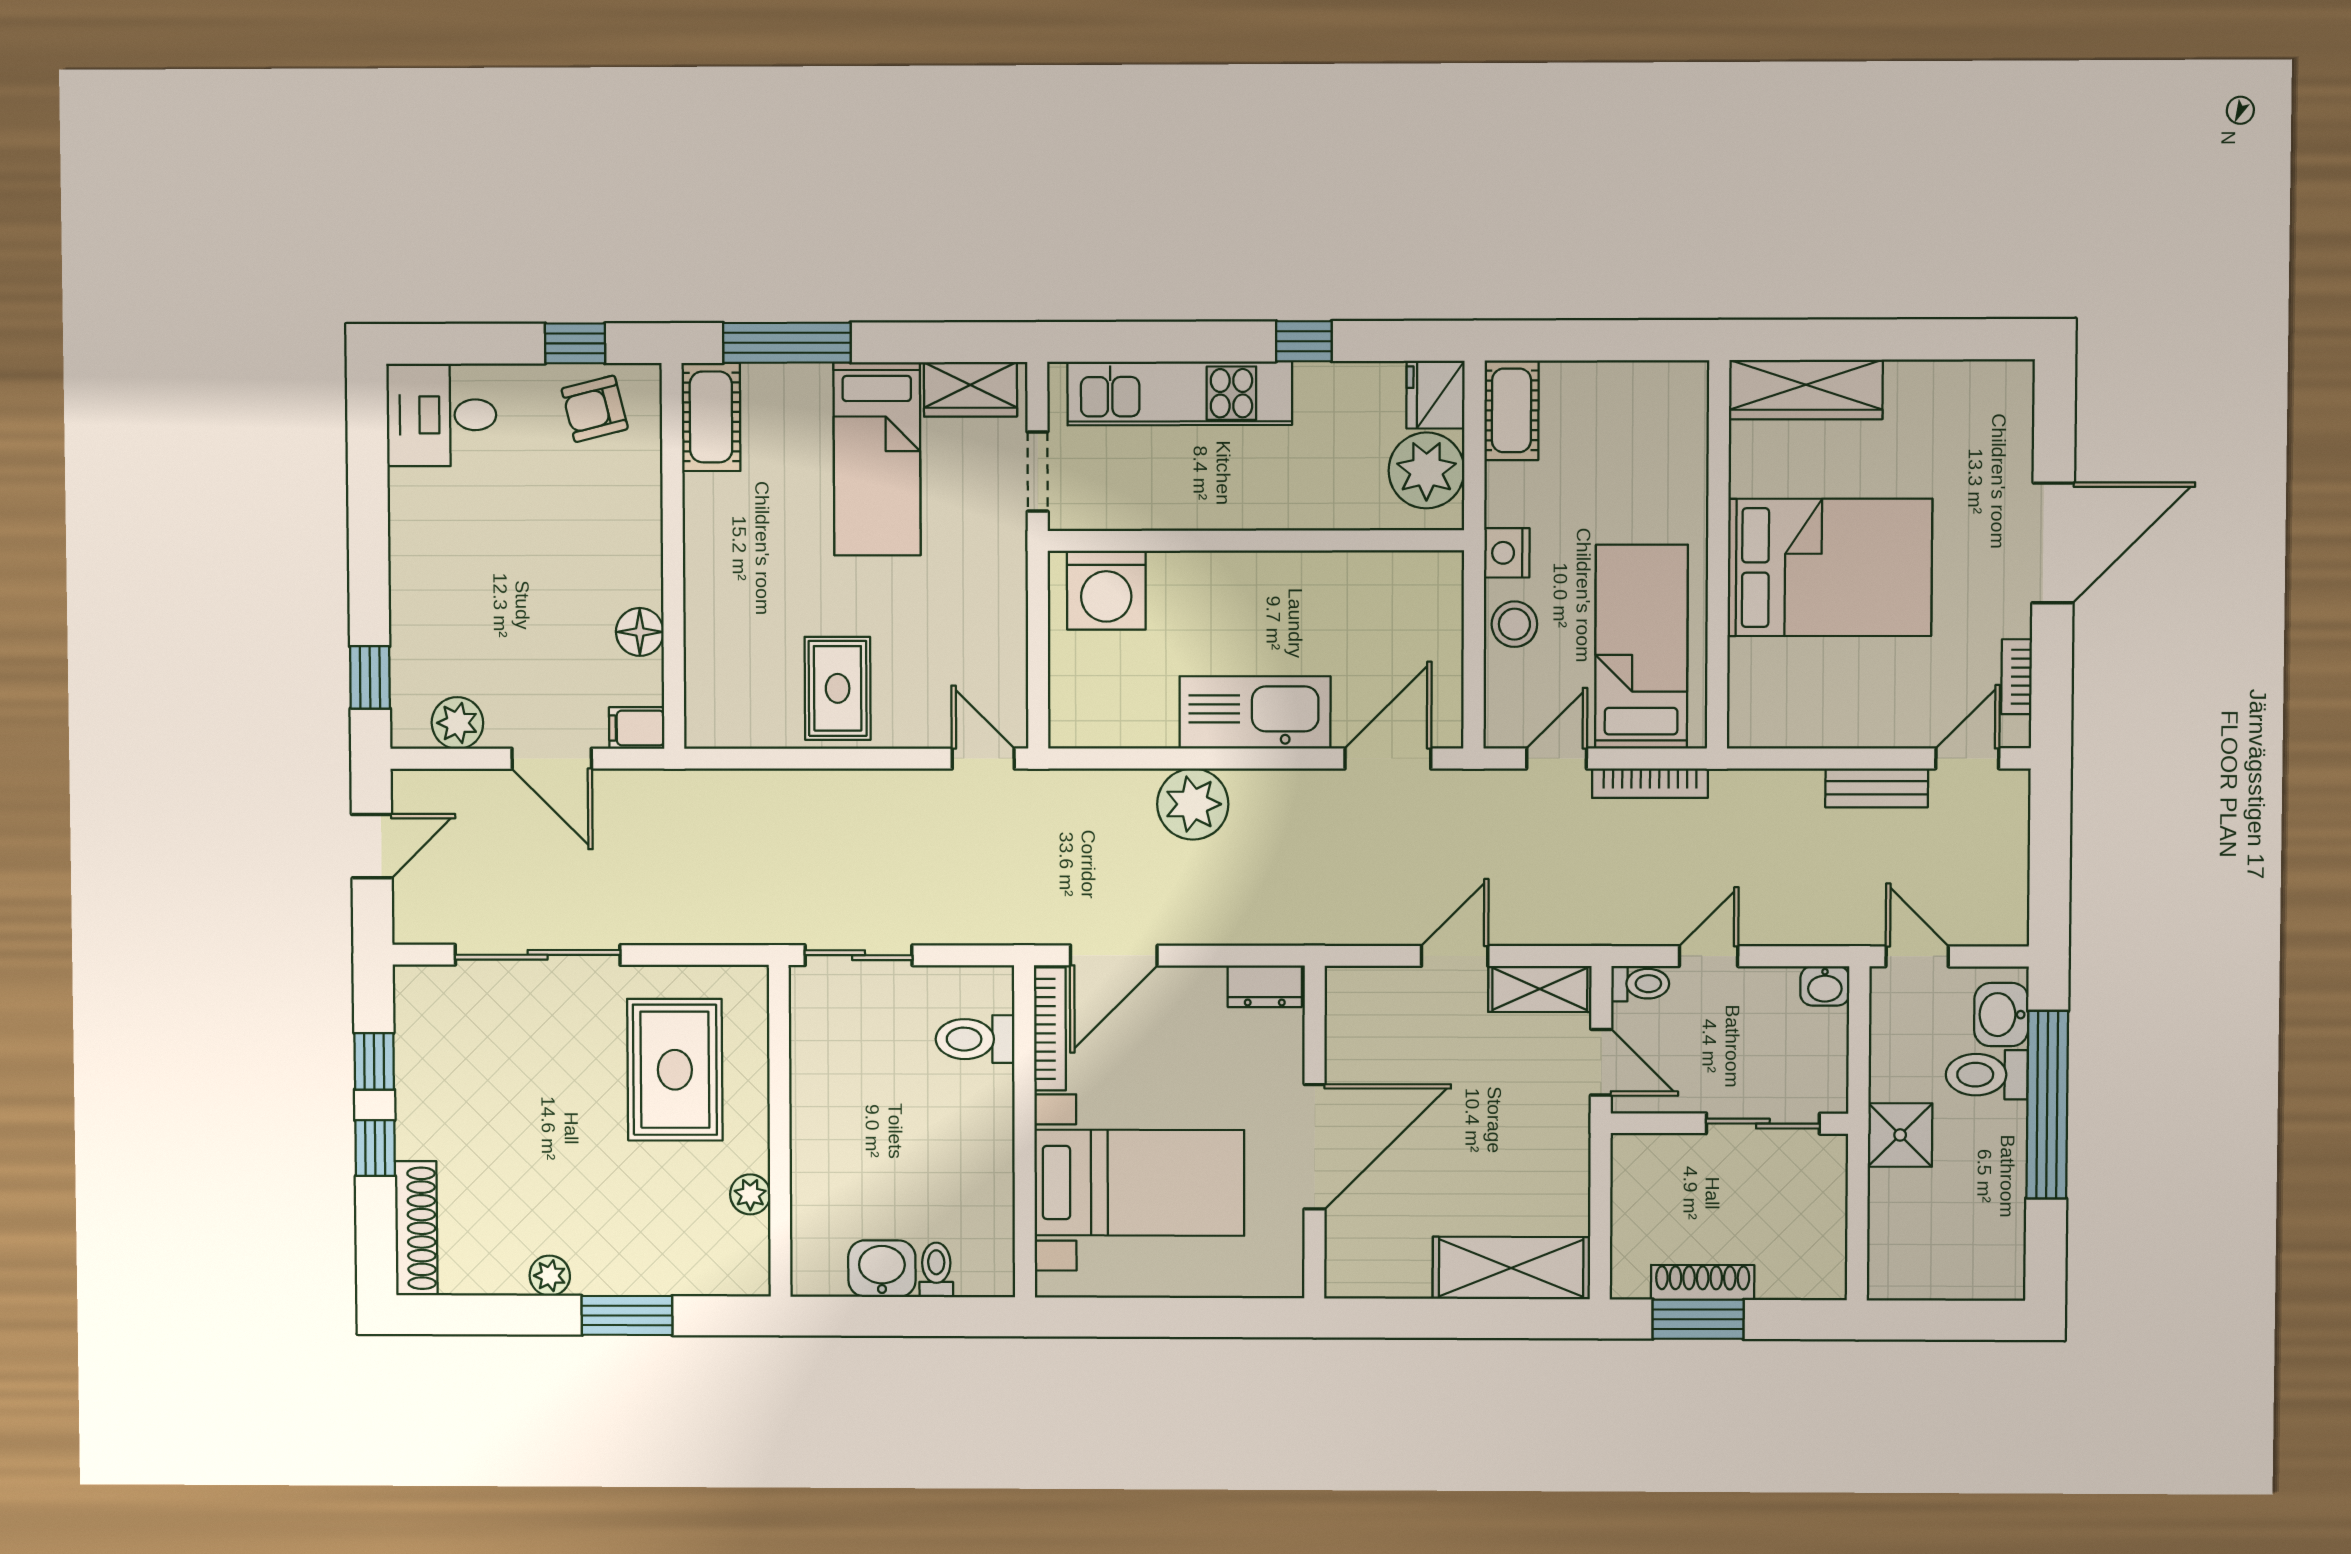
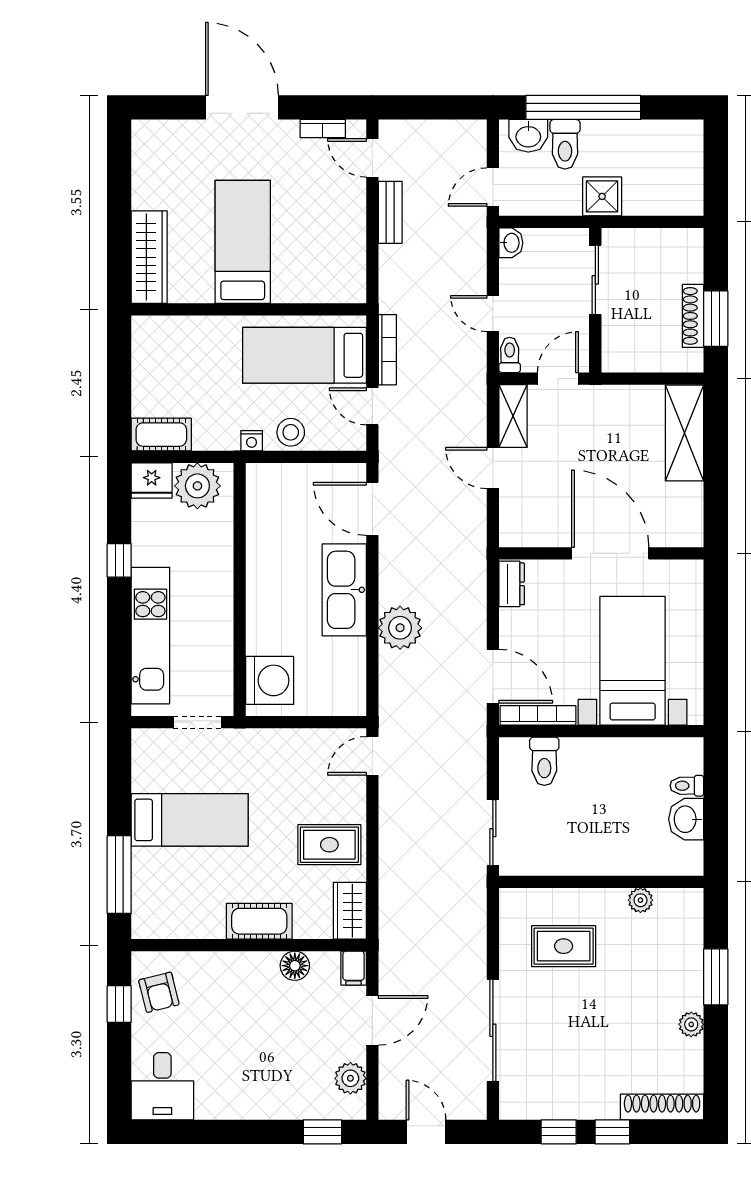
wardrobe: (970, 389) -> (350, 911), moved, turned 180
cot: (711, 417) -> (259, 921), moved
nightstand: (1507, 553) -> (252, 441), width x0.72, depth x0.74
bed: (1830, 567) -> (243, 242), width x0.67
rug: (675, 1070) -> (564, 946), width x0.73, depth x0.70

